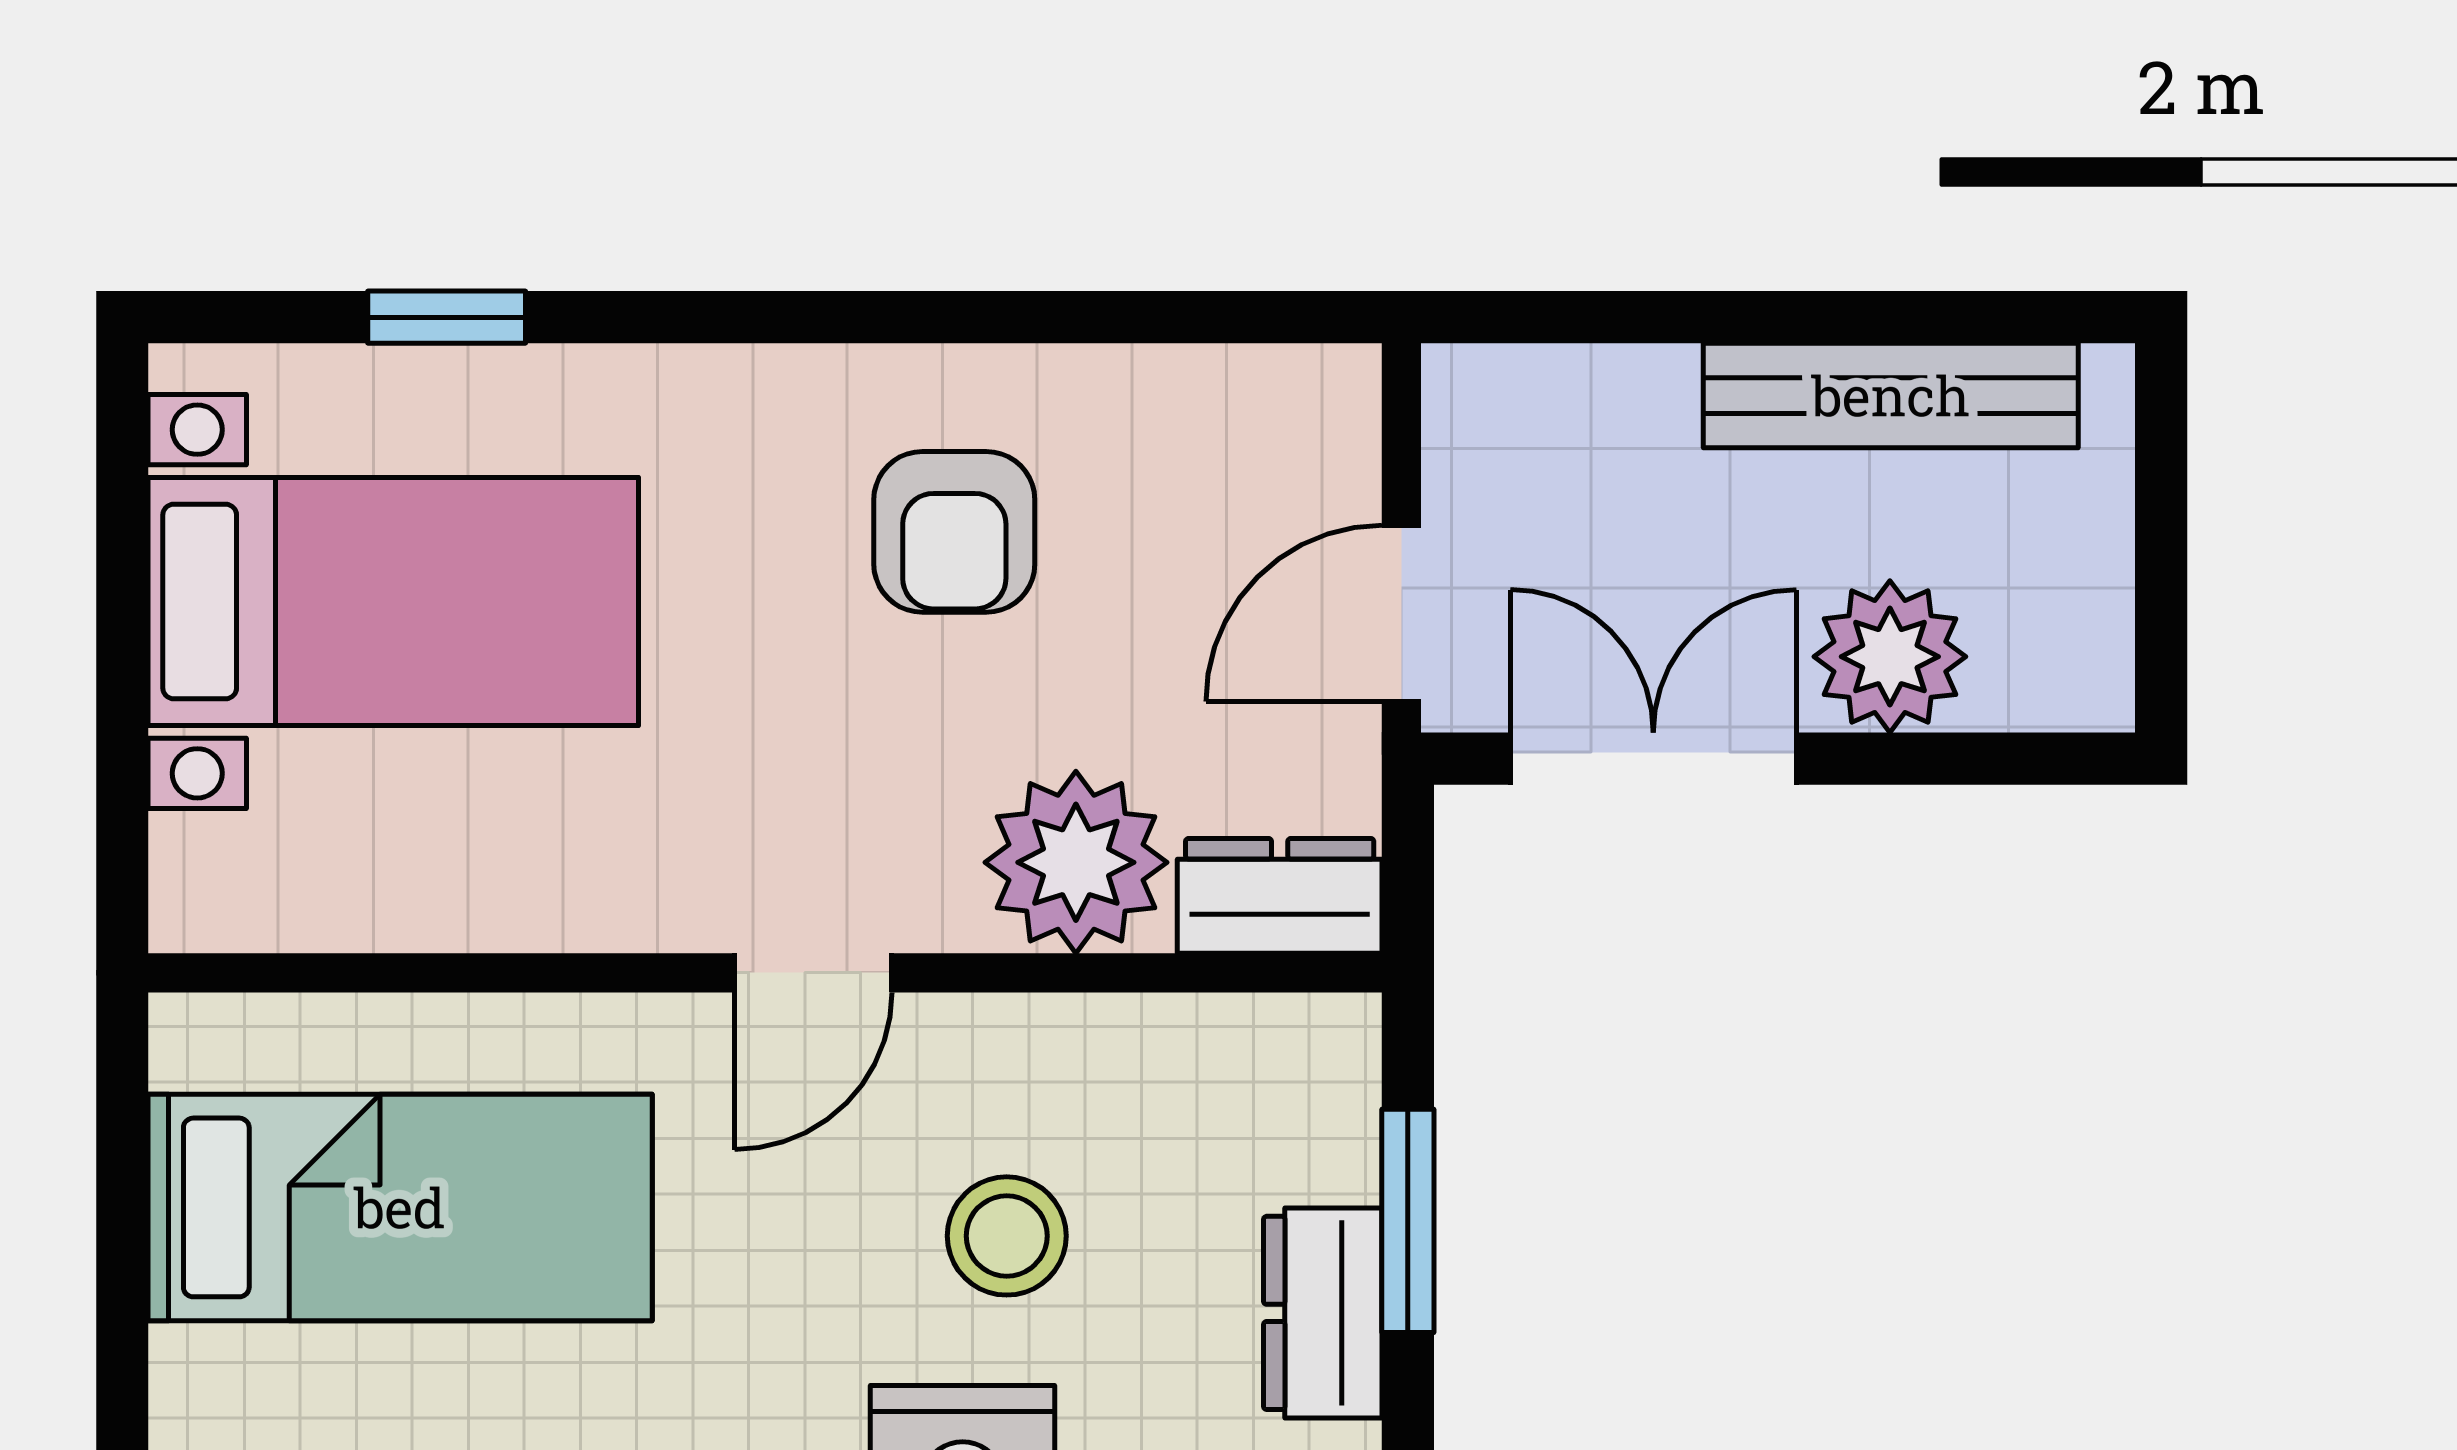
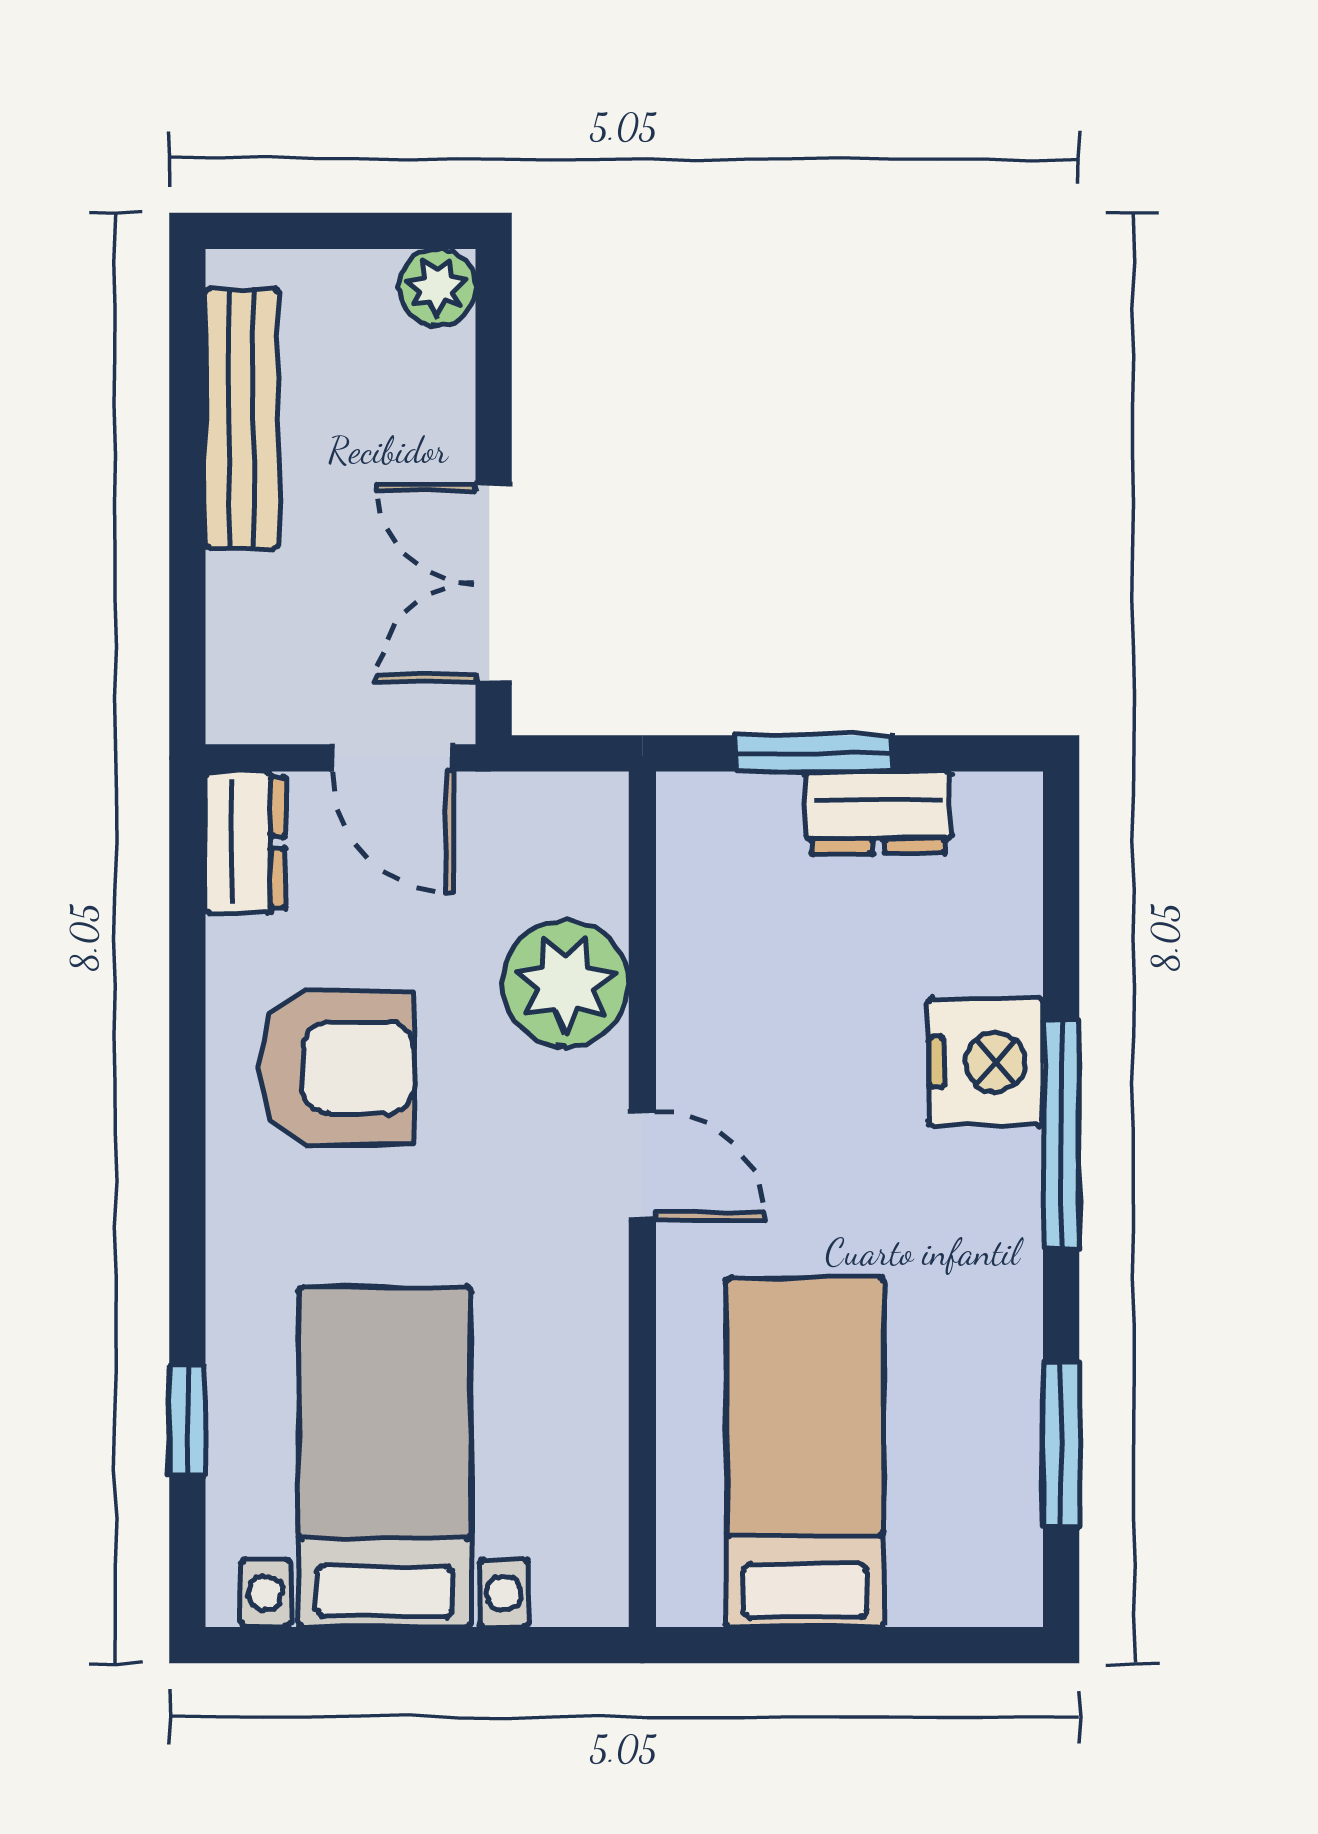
armchair: (954, 532) -> (336, 1068), width x1.38, depth x1.38
plant: (1890, 657) -> (437, 287), moved, width x0.73, depth x0.73
dresser: (1280, 896) -> (245, 842), moved, turned 180
stool: (1007, 1236) -> (825, 1032), removed

